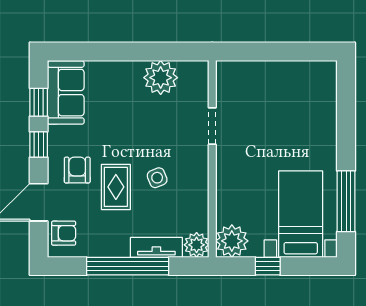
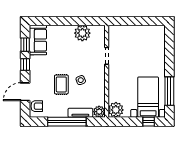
armchair: (77, 170) -> (43, 77), removed
window: (268, 266) -> (149, 122), moved

